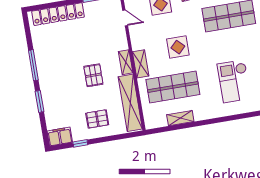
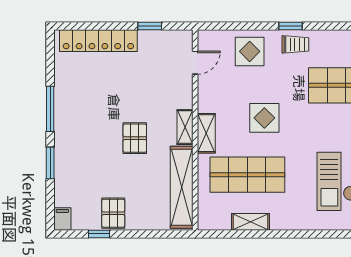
door: (125, 18) -> (195, 63), hinge flipped
pallet: (97, 119) -> (113, 213), moved, turned 90
filing cabinet: (60, 137) -> (62, 219), width x0.50

